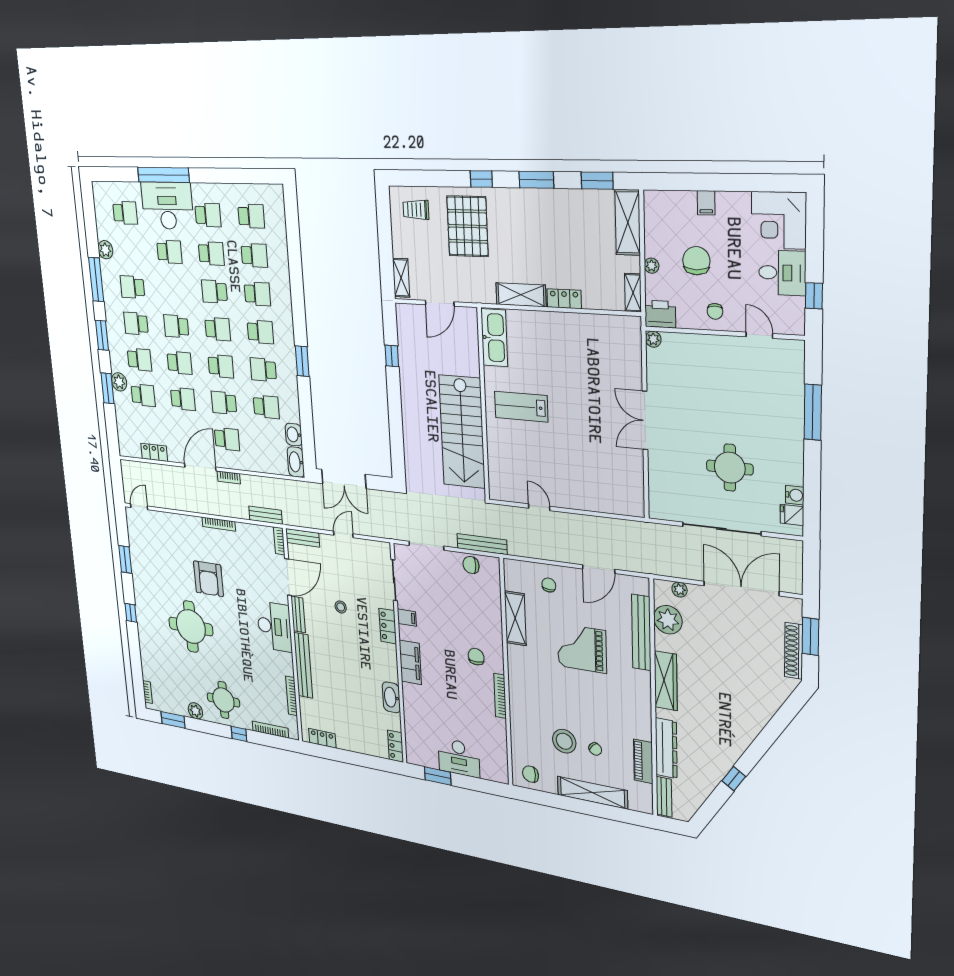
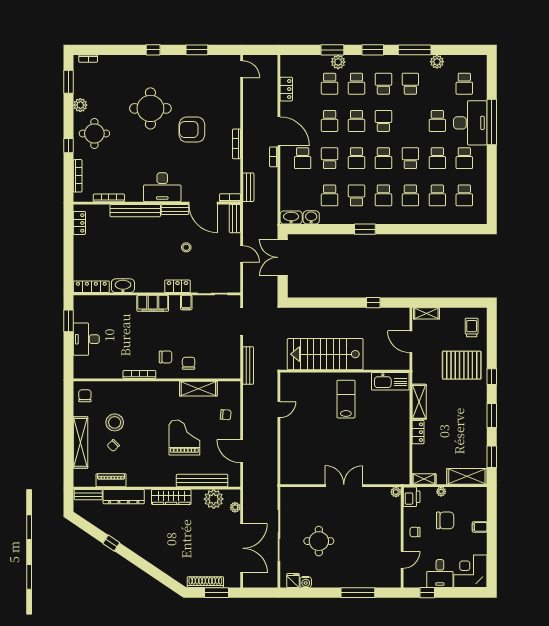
chair: (471, 565) -> (189, 363), moved
locker: (396, 746) -> (91, 287), width x1.53

